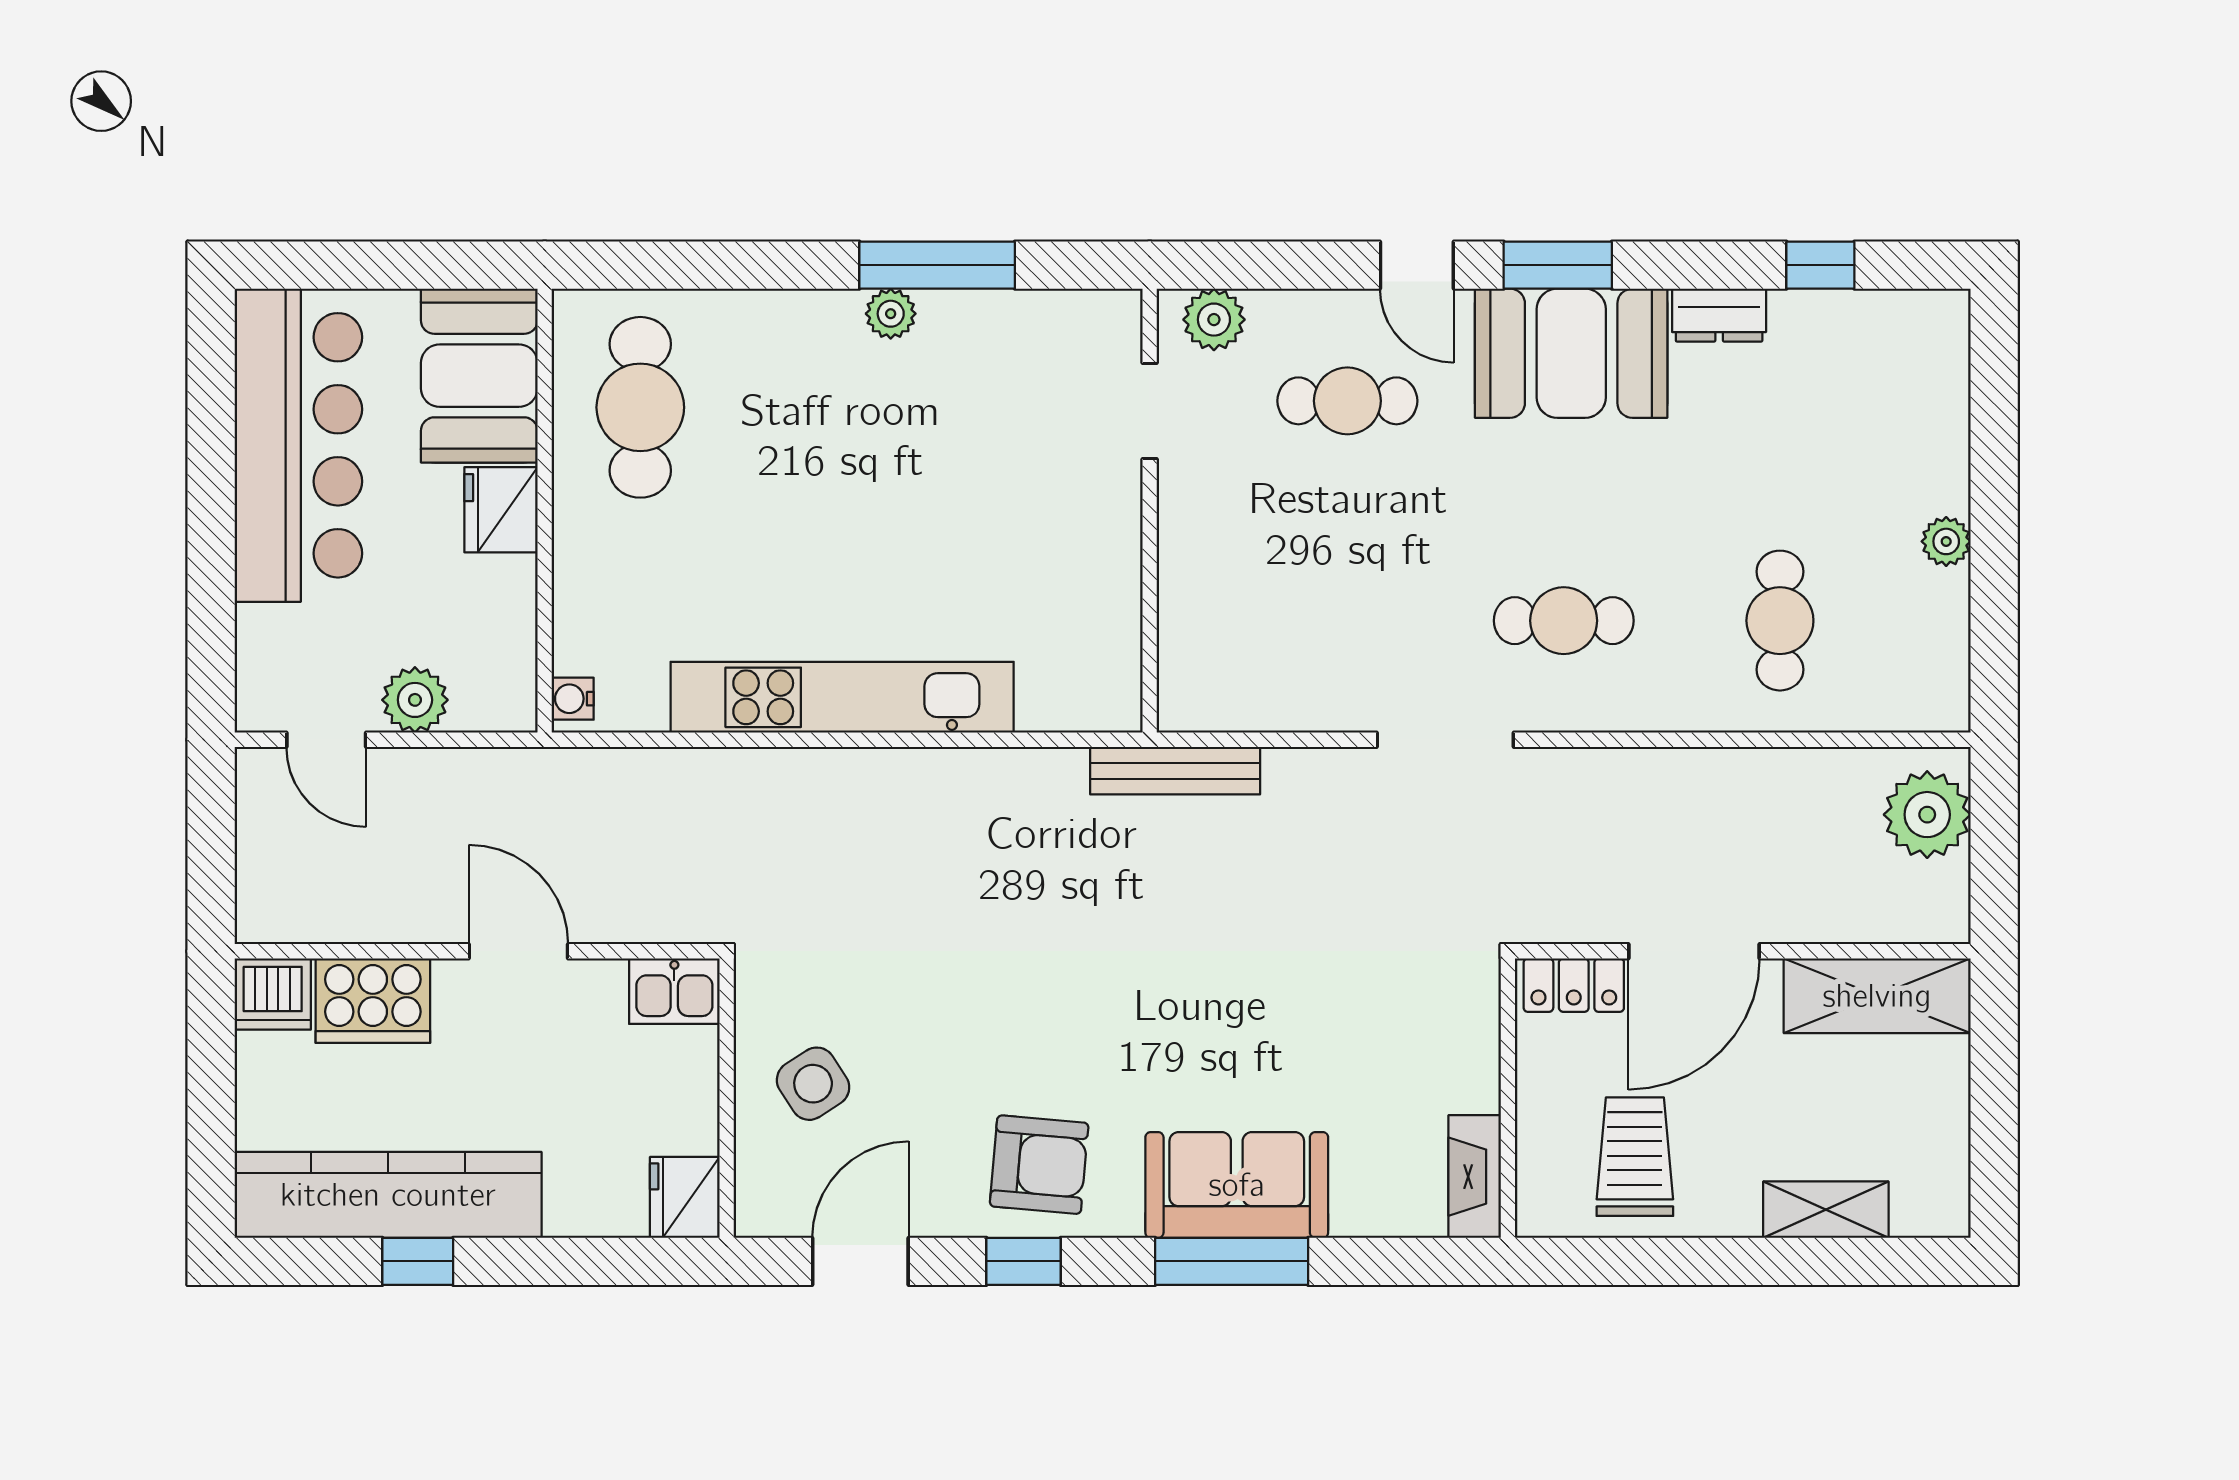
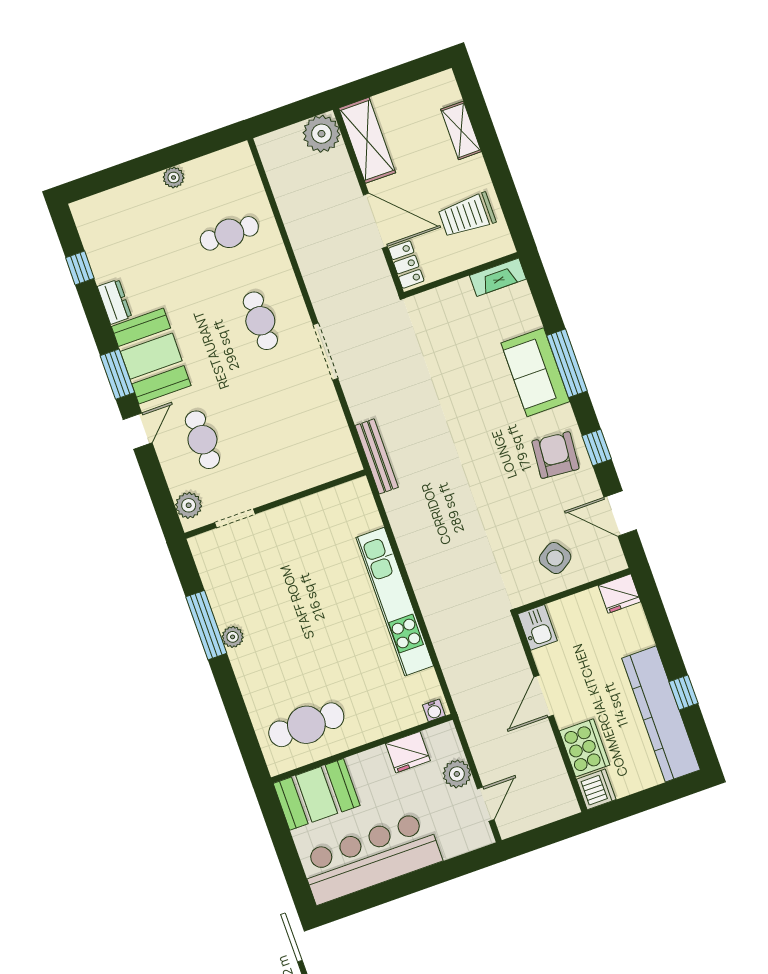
fridge: (501, 510) -> (408, 752), moved
plant: (1927, 815) -> (322, 134), moved

